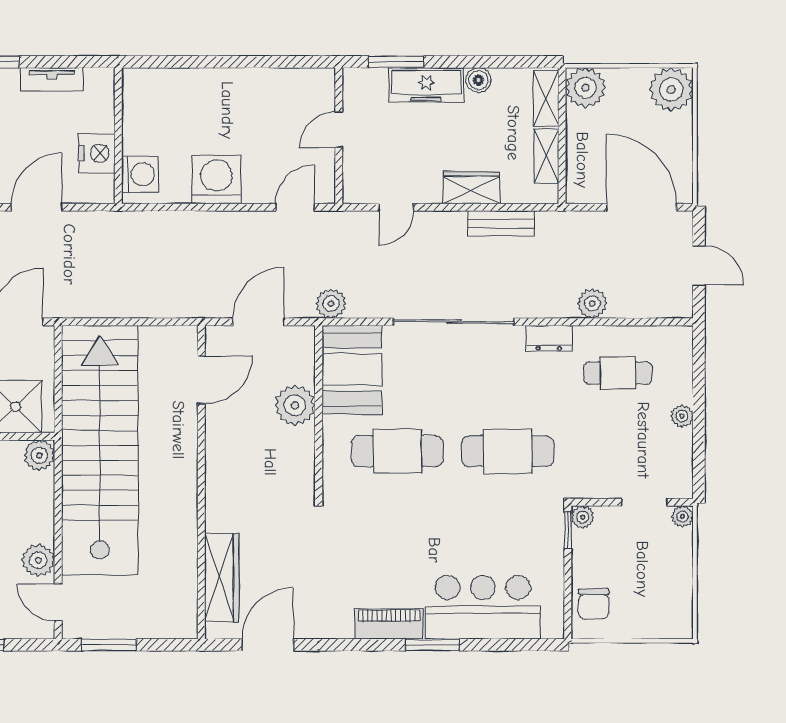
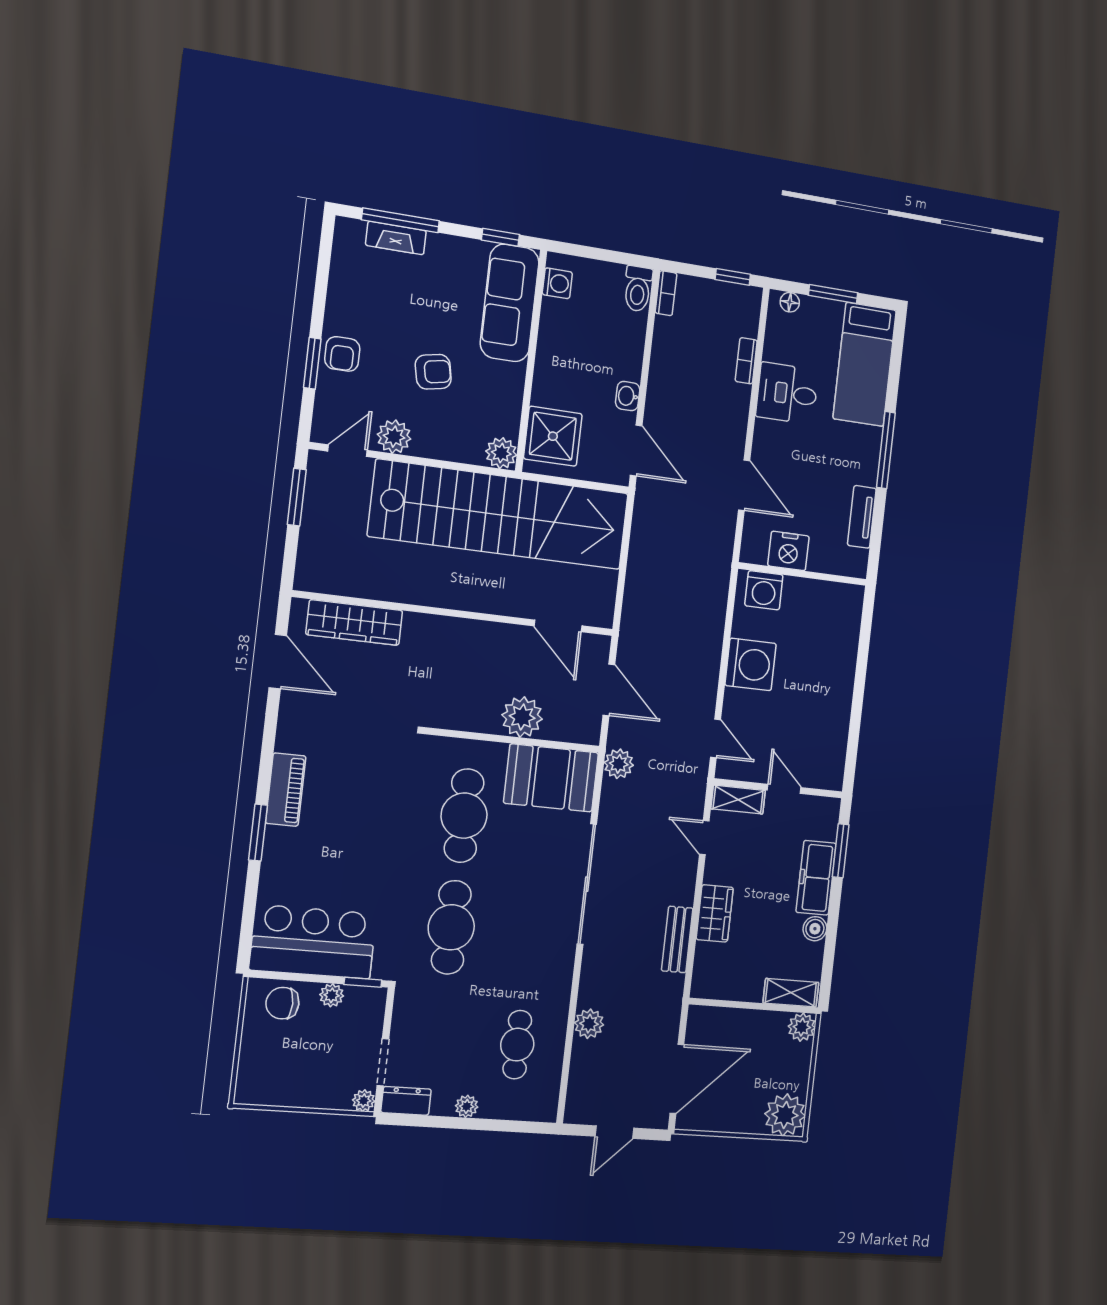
plant: (586, 88) -> (802, 1027), width x0.73, depth x0.73
shelving: (546, 156) -> (738, 800), moved
dresser: (549, 338) -> (406, 1101), moved, turned 90
plant: (583, 517) -> (332, 995), moved
bar counter: (483, 607) -> (313, 942), moved, turned -90

